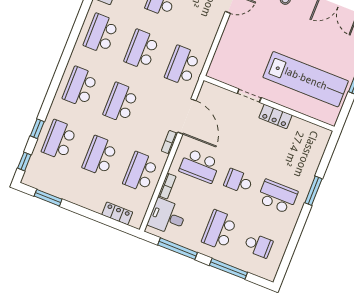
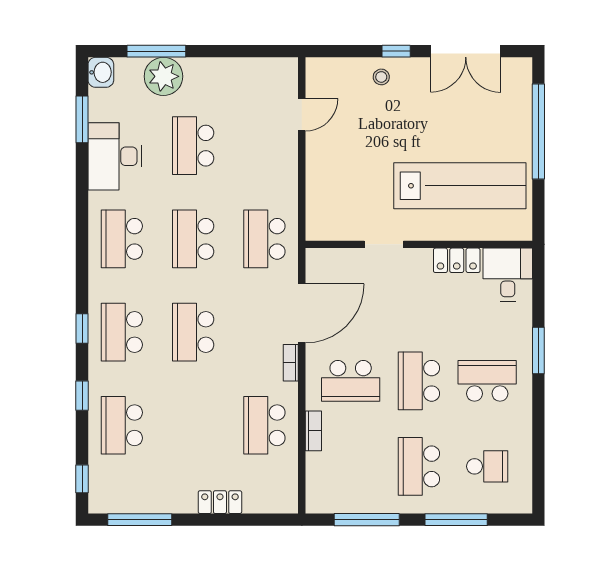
window: (58, 76) -> (82, 329), added
door: (187, 116) -> (302, 313), hinge flipped
locker: (275, 116) -> (457, 260), moved
window: (37, 129) -> (82, 396), moved
school desk: (100, 156) -> (193, 425), removed
school desk: (238, 181) -> (419, 381), width x1.85
window: (48, 198) -> (140, 520), width x1.44
locker: (117, 213) -> (220, 502), moved
desk: (167, 217) -> (508, 275), moved, turned 90

